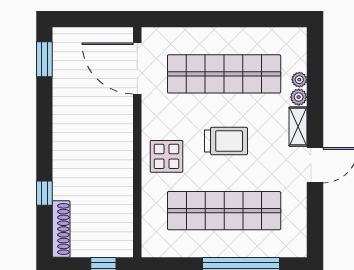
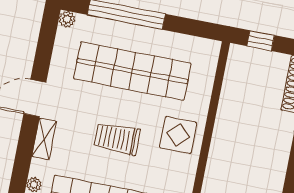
plant: (299, 97) -> (67, 19), moved

